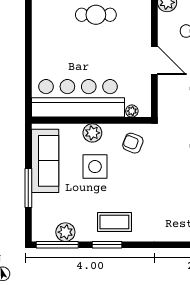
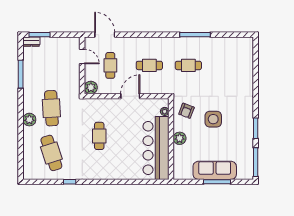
sofa: (45, 161) -> (215, 170), moved
side table: (95, 167) -> (213, 119), moved
coffee table: (114, 222) -> (240, 123), removed
plant: (65, 232) -> (247, 157), removed

